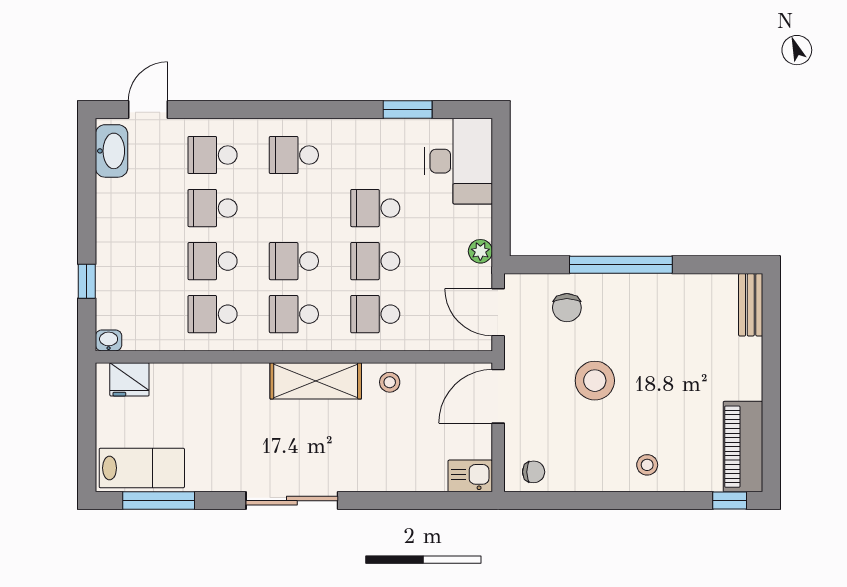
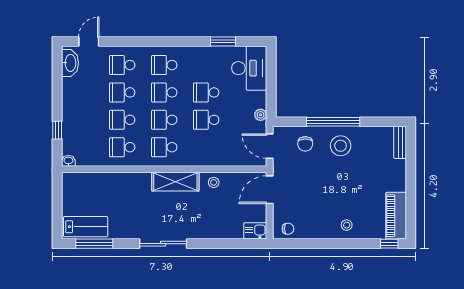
school desk: (375, 314) -> (164, 92), moved
fridge: (129, 379) -> (79, 181), removed
stool: (595, 381) -> (341, 146), moved

